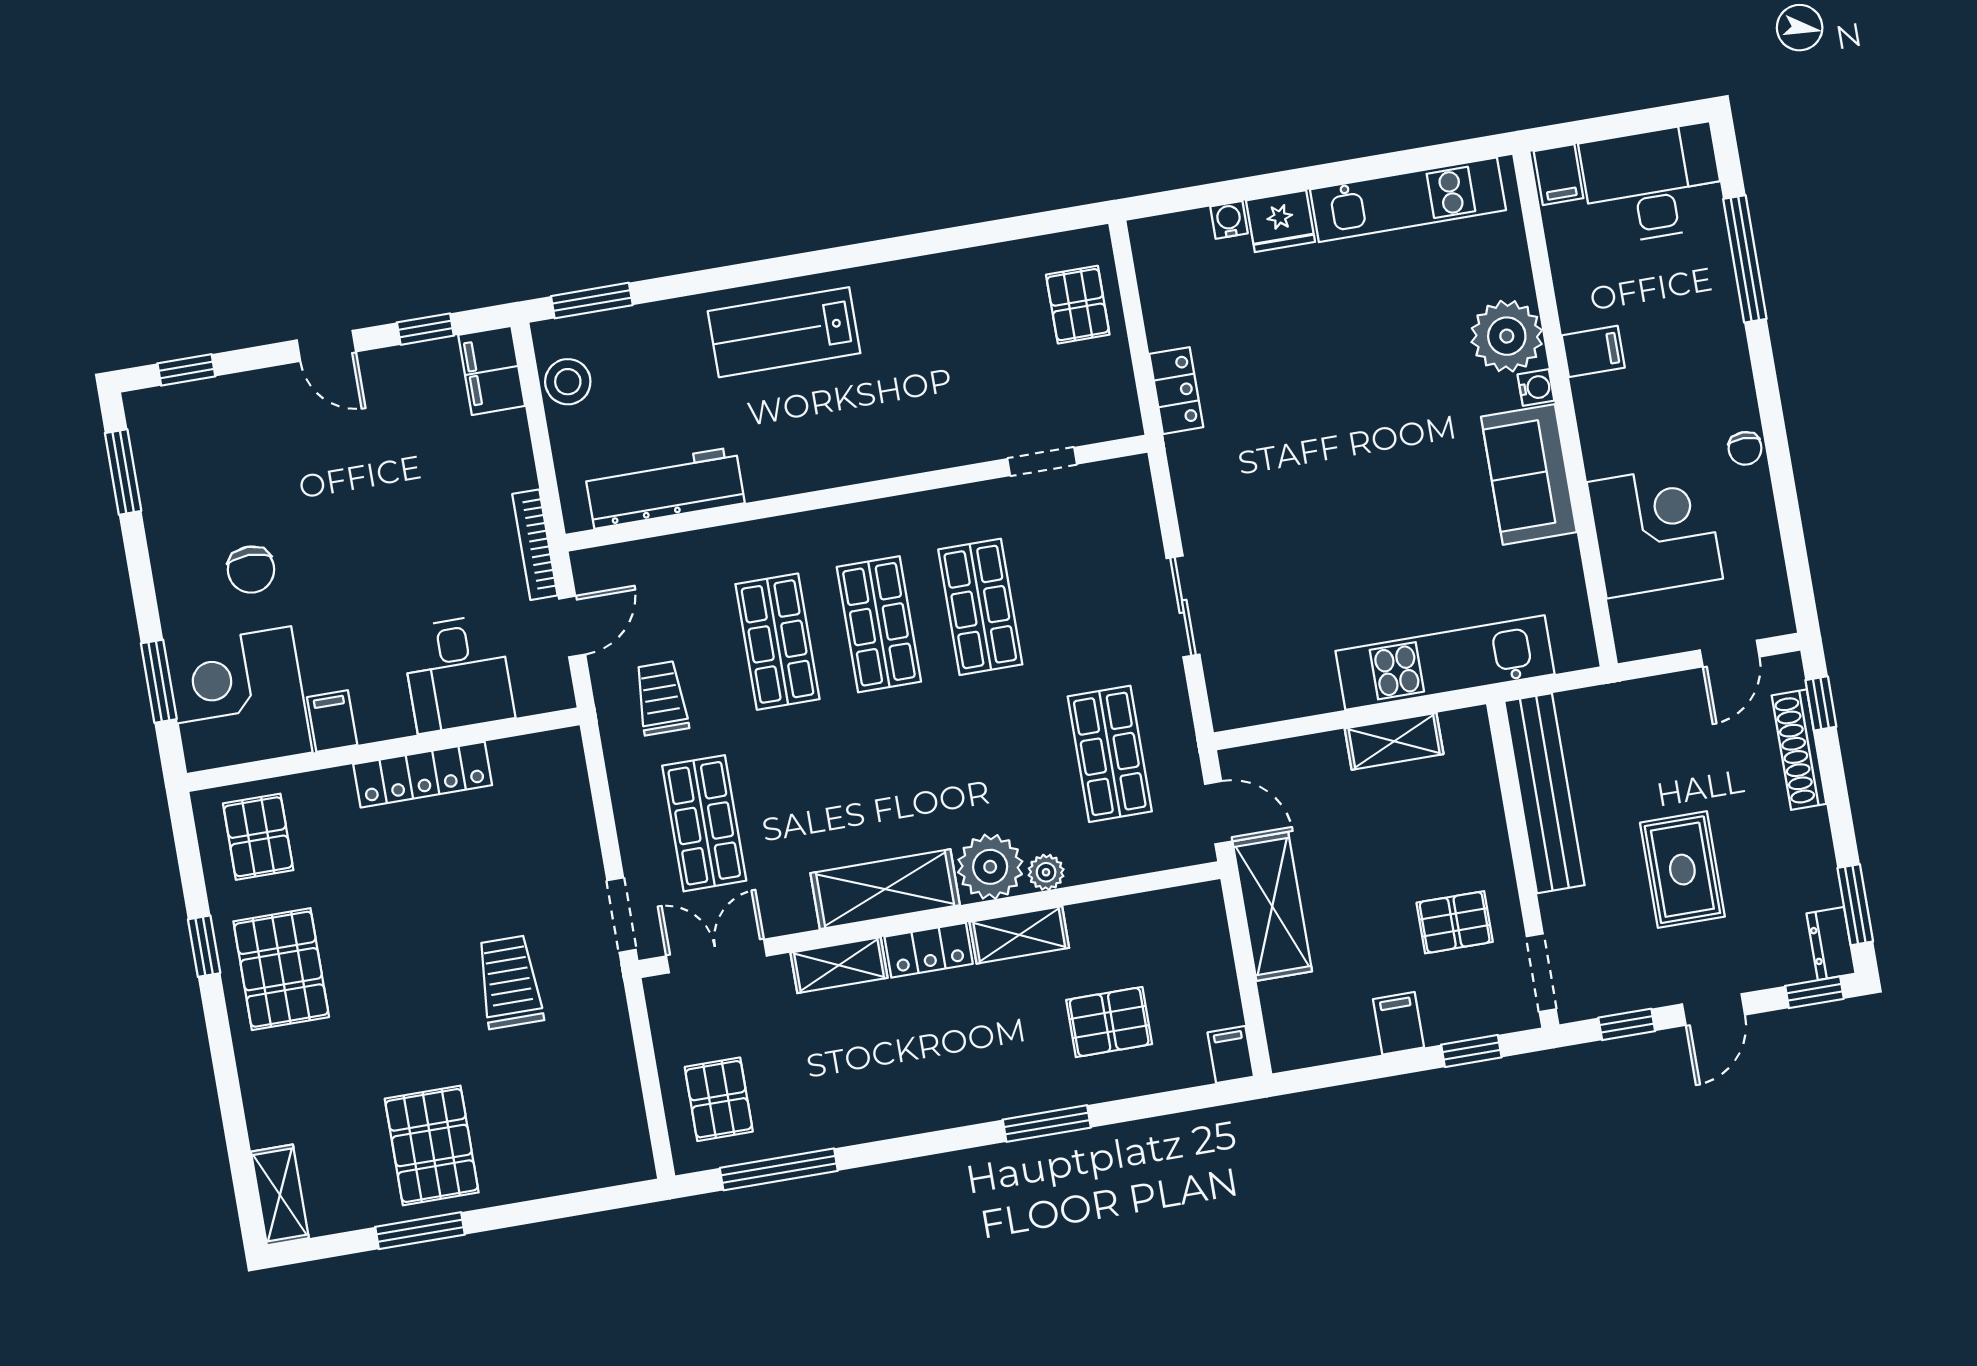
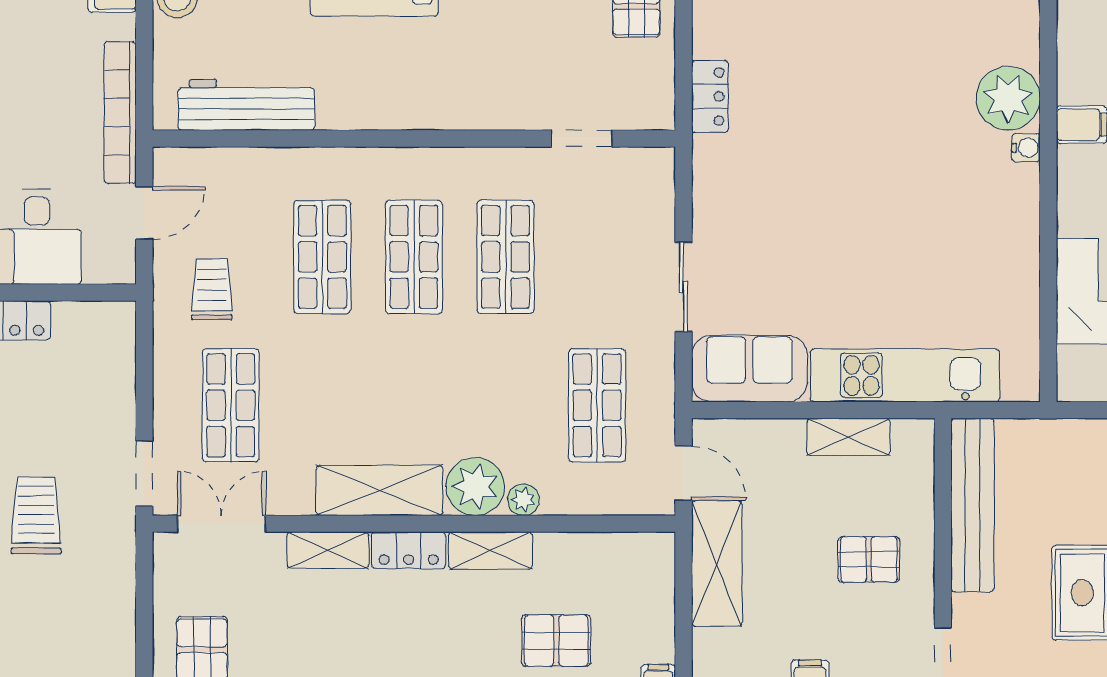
sofa: (1529, 474) -> (749, 369), moved, turned 90
bookcase: (535, 545) -> (120, 112), width x1.48, depth x1.31
pallet: (1455, 922) -> (869, 559), moved

